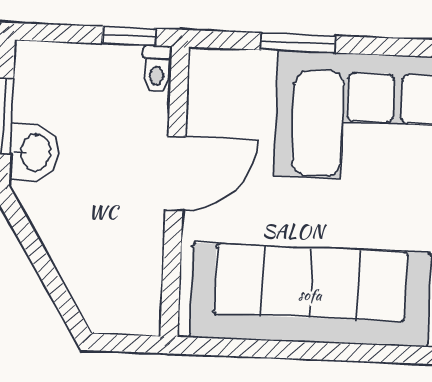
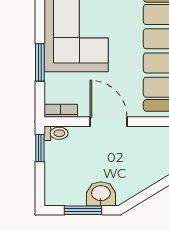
bookcase: (201, 80) -> (61, 111), added

